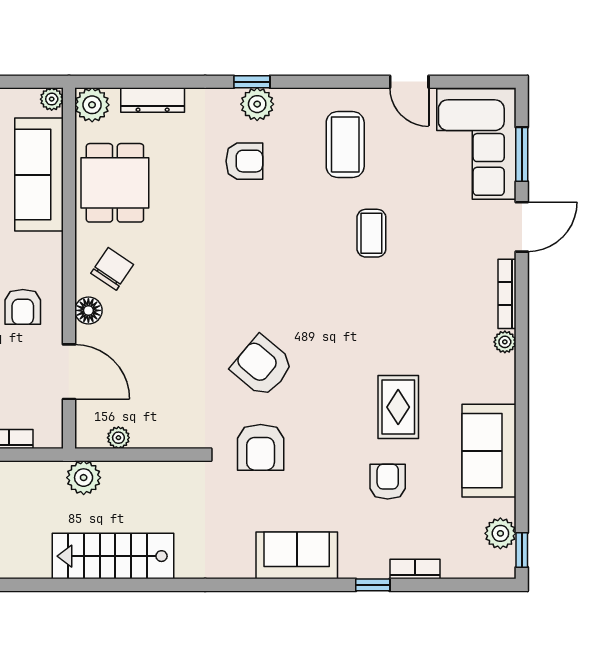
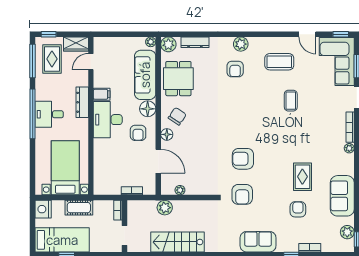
window: (252, 82) -> (341, 34), moved
coffee table: (345, 144) -> (279, 62), turned 90
armchair: (244, 161) -> (235, 69), turned 90
floor lamp: (45, 252) -> (148, 109), added
armchair: (262, 366) -> (243, 159), turned -40

